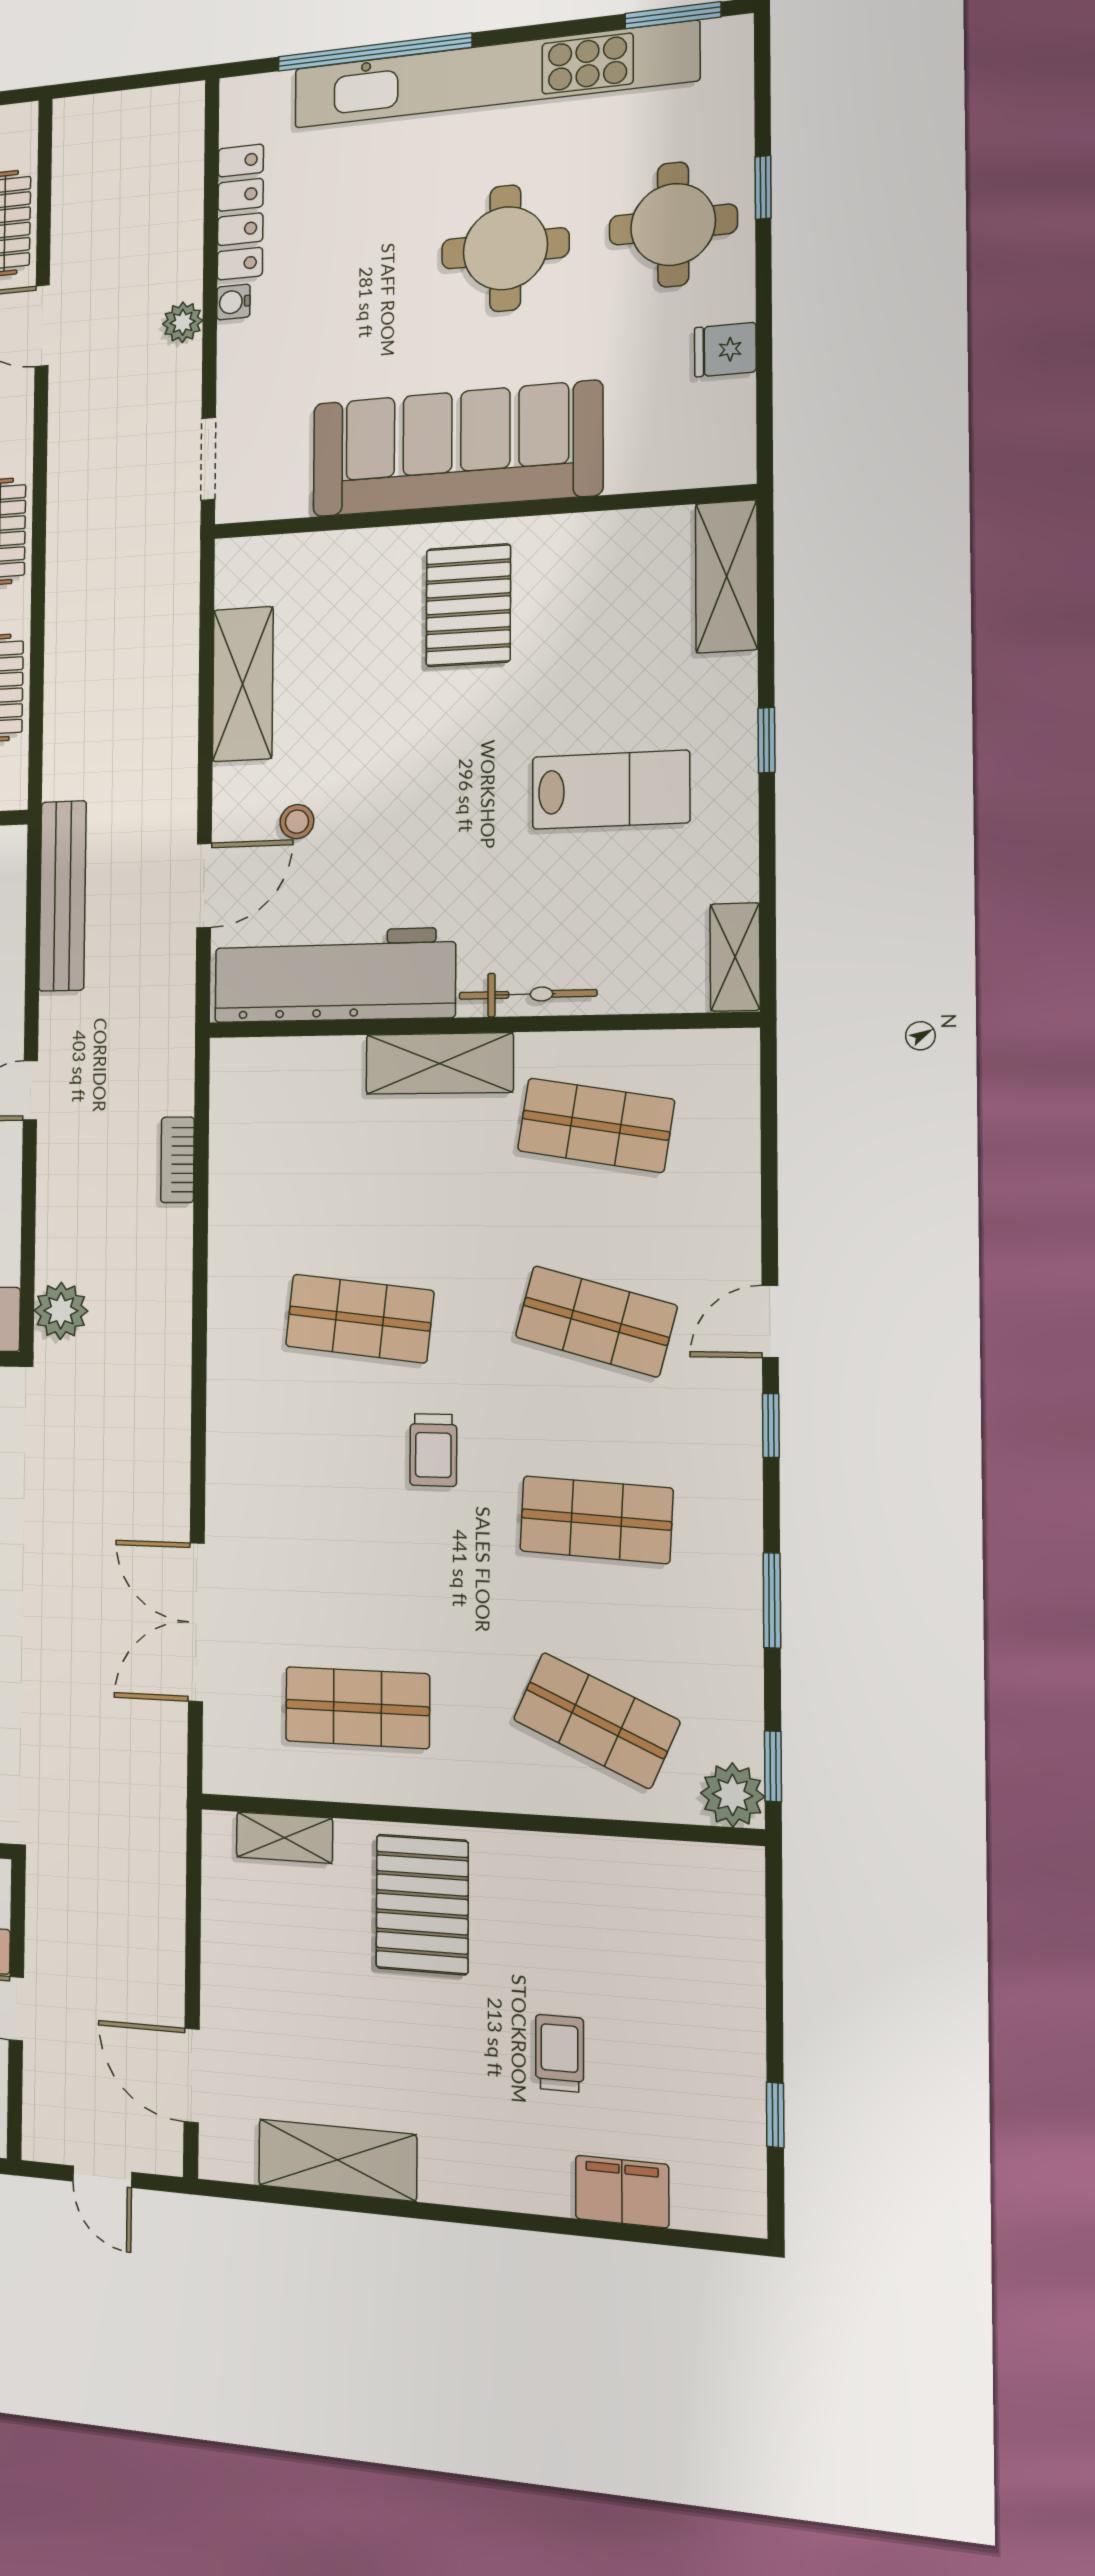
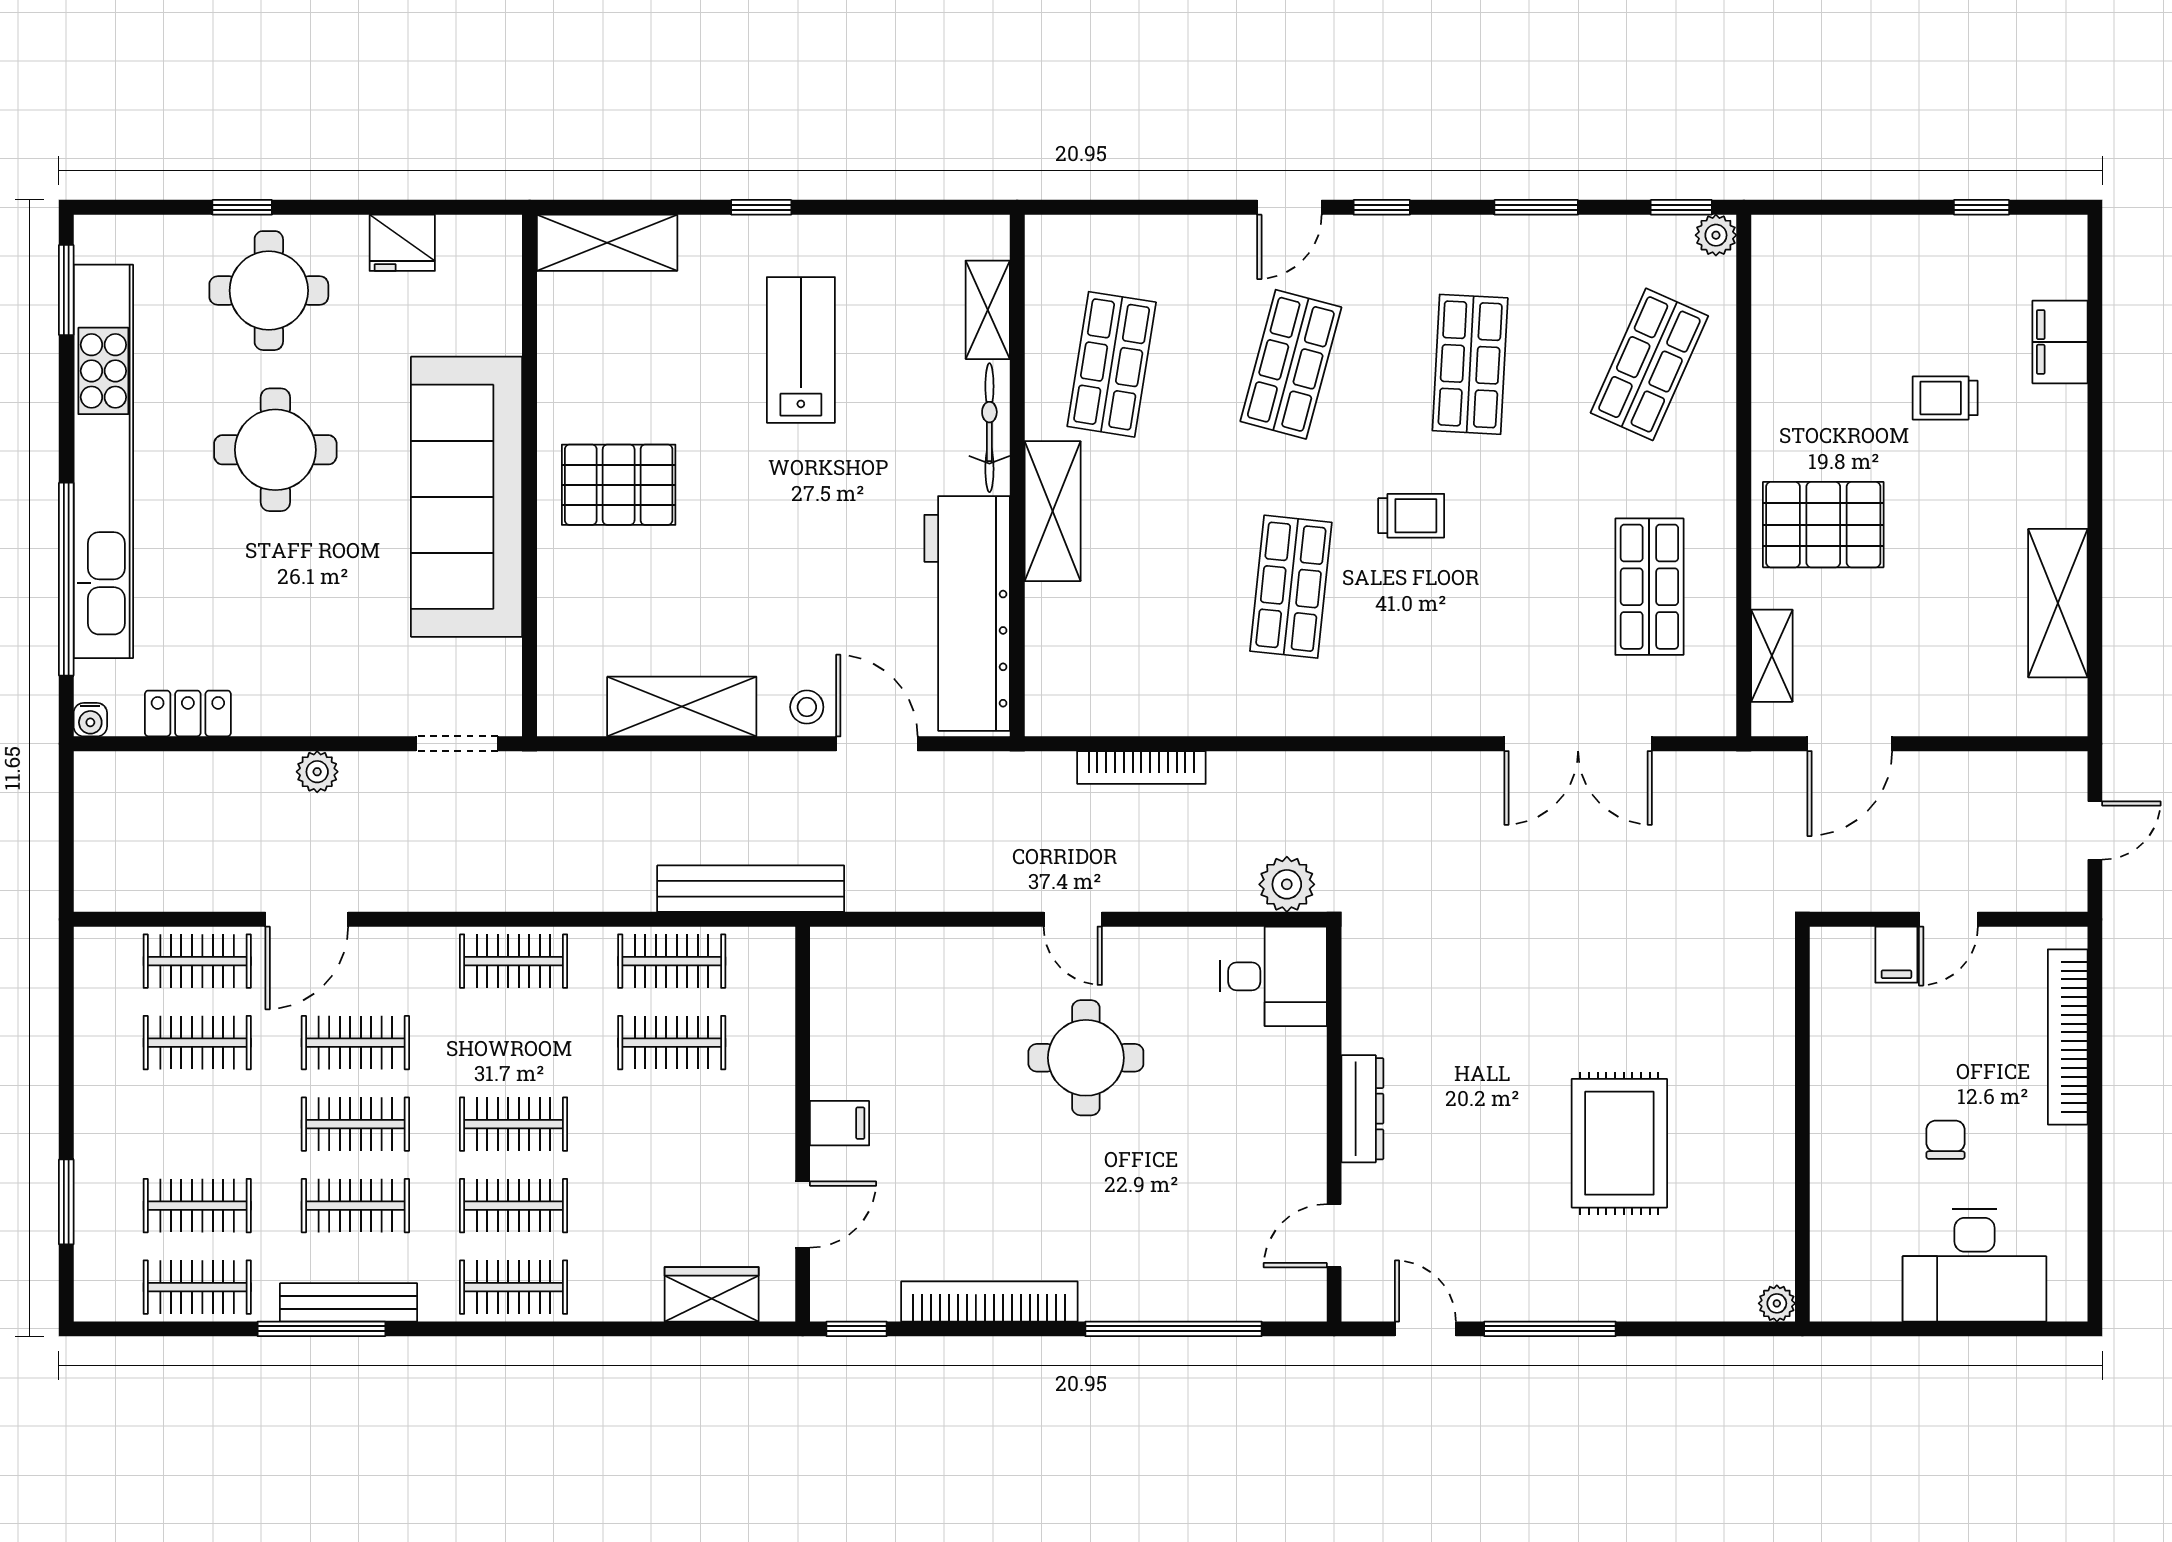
locker: (240, 212) -> (188, 713), width x0.66
water cooler: (233, 302) -> (90, 720), moved
fridge: (725, 350) -> (402, 243), width x1.38
stool: (297, 822) -> (807, 707), moved
bench: (63, 896) -> (751, 889), moved
shelving: (735, 957) -> (988, 310), moved, turned 90
bookcase: (177, 1160) -> (1141, 767), width x1.56
door: (770, 1322) -> (1289, 207), hinge flipped
plant: (733, 1795) -> (1716, 235), width x0.73, depth x0.73
door: (192, 2075) -> (1850, 744), moved

